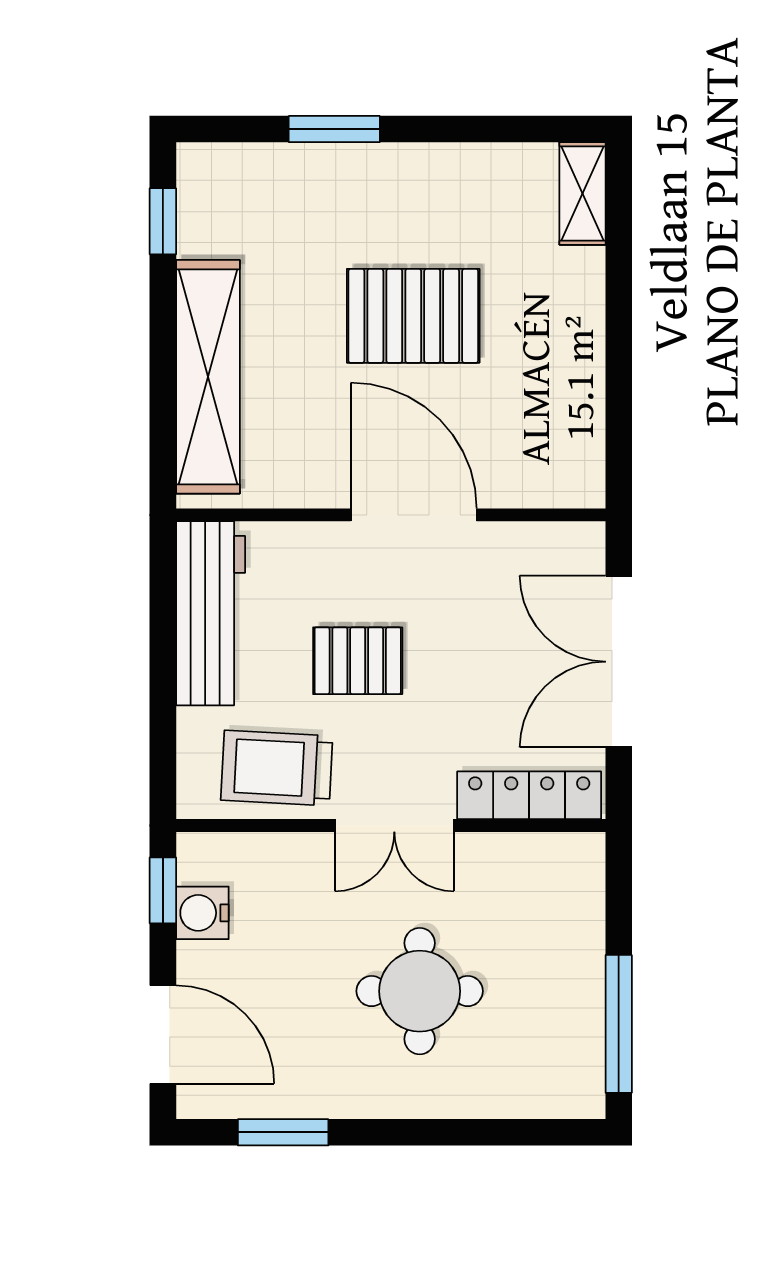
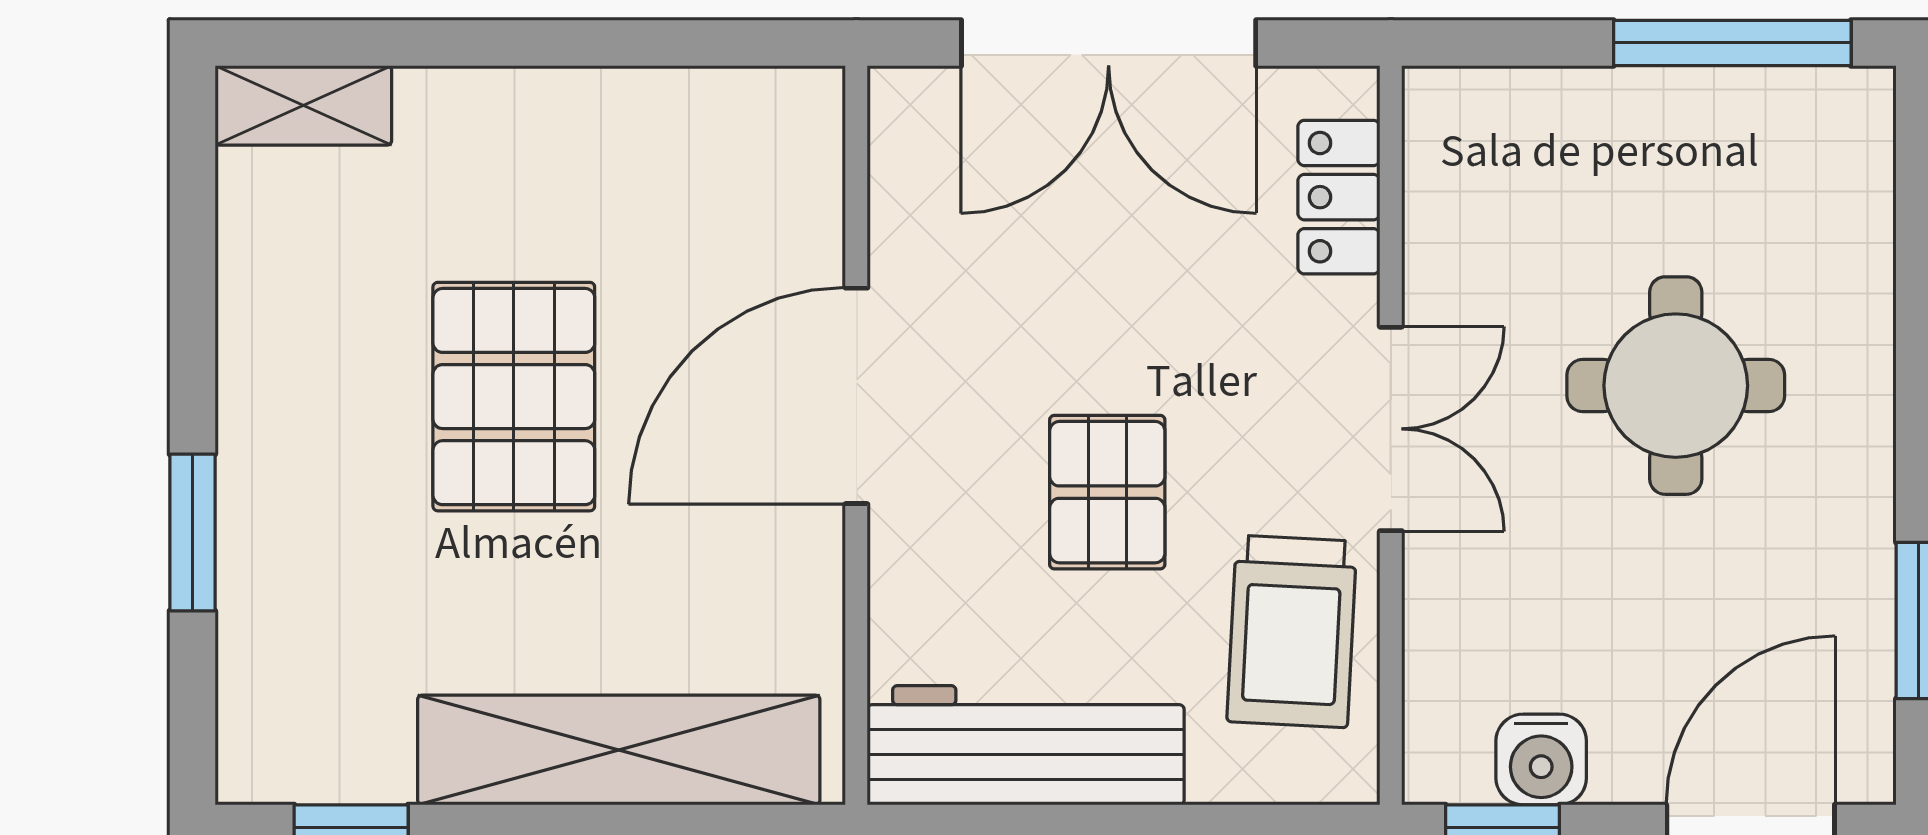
locker: (529, 795) -> (1339, 197), width x0.66

